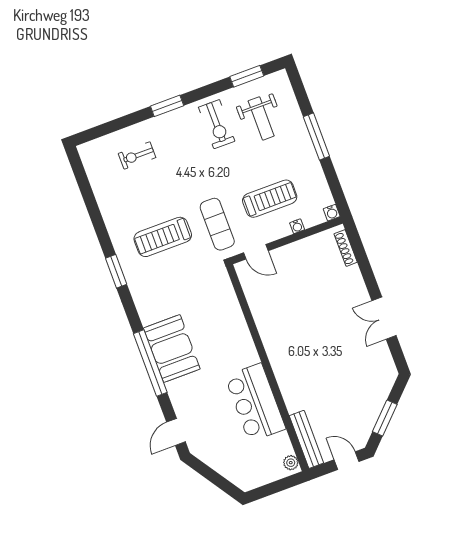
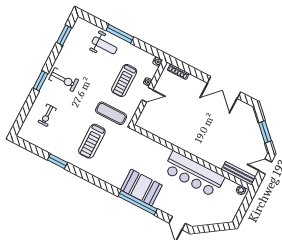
weight bench: (261, 118) -> (105, 45), moved
exercise bike: (217, 124) -> (64, 80), moved
treadmill: (270, 199) -> (124, 81), turned 180
door: (256, 252) -> (147, 95), moved
window: (116, 271) -> (57, 161), moved
double door: (384, 318) -> (224, 87), width x1.37
bar counter: (255, 403) -> (194, 174), width x1.36

